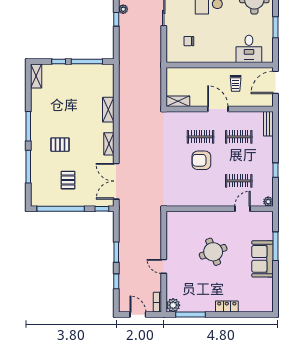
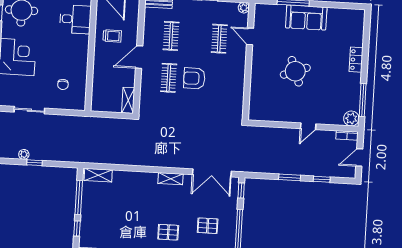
shelving: (108, 110) -> (98, 175), moved
pallet: (60, 145) -> (168, 232), turned 90
armchair: (201, 160) -> (194, 78), turned 90

